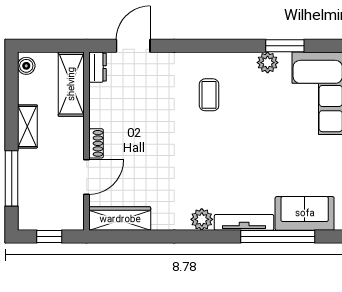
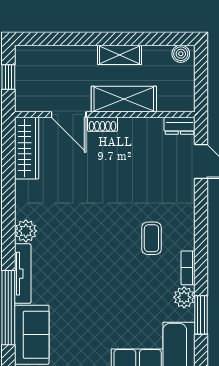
bookcase: (238, 59) -> (188, 268), added
shelving: (71, 84) -> (124, 99), moved
coffee table: (209, 95) -> (151, 238), turned 90
window: (12, 178) -> (67, 39), removed

